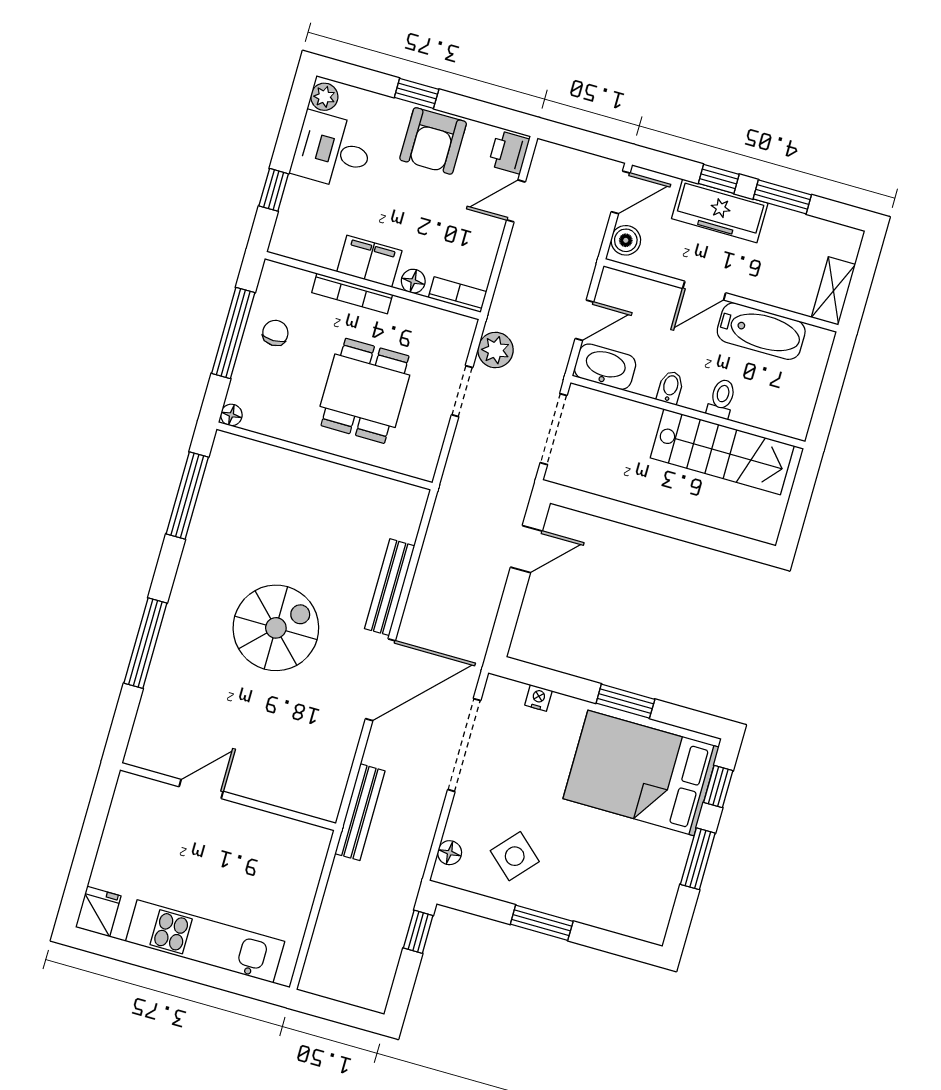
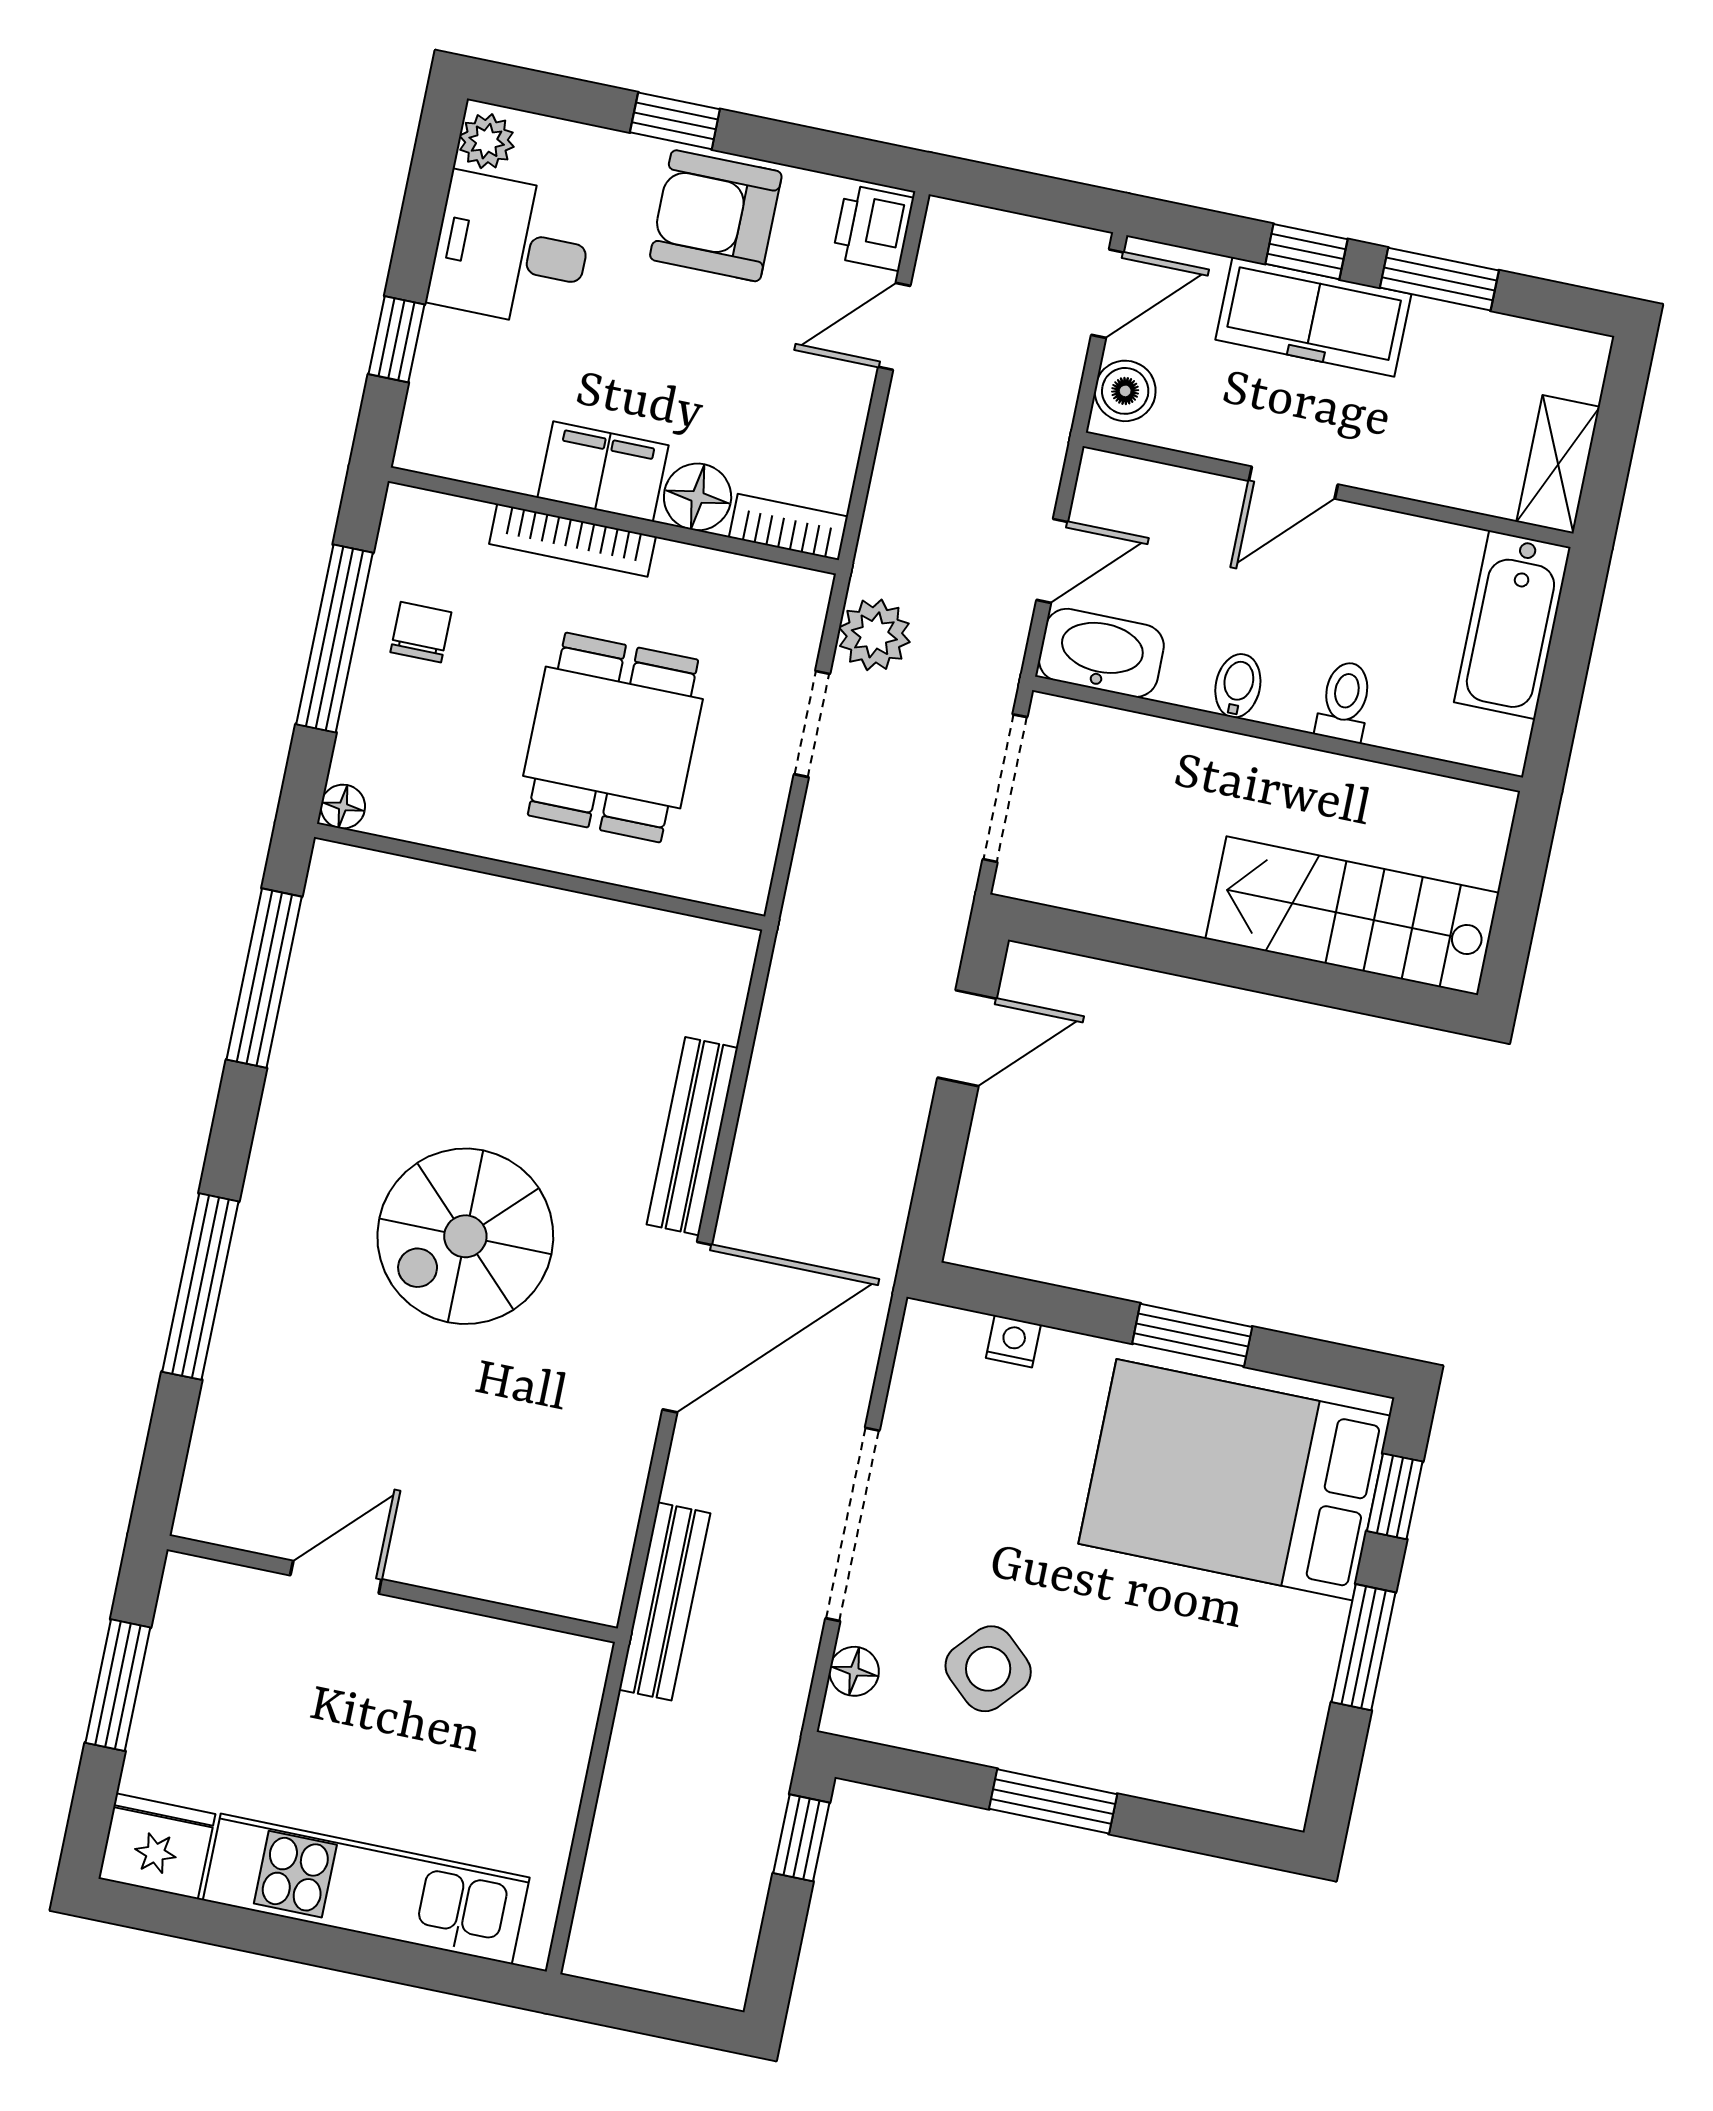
armchair: (433, 141) -> (716, 216), turned 90
floor lamp: (413, 281) -> (698, 497), width x1.37, depth x1.37
bathtub: (761, 331) -> (1512, 625), moved, turned 90
stairs: (722, 452) -> (1352, 916), moved, turned 180
spiral stairs: (276, 628) -> (465, 1236), turned 180
doorway: (464, 745) -> (853, 1524), moved
window: (91, 834) -> (118, 1685), added
fridge: (98, 912) -> (157, 1846), width x1.38

